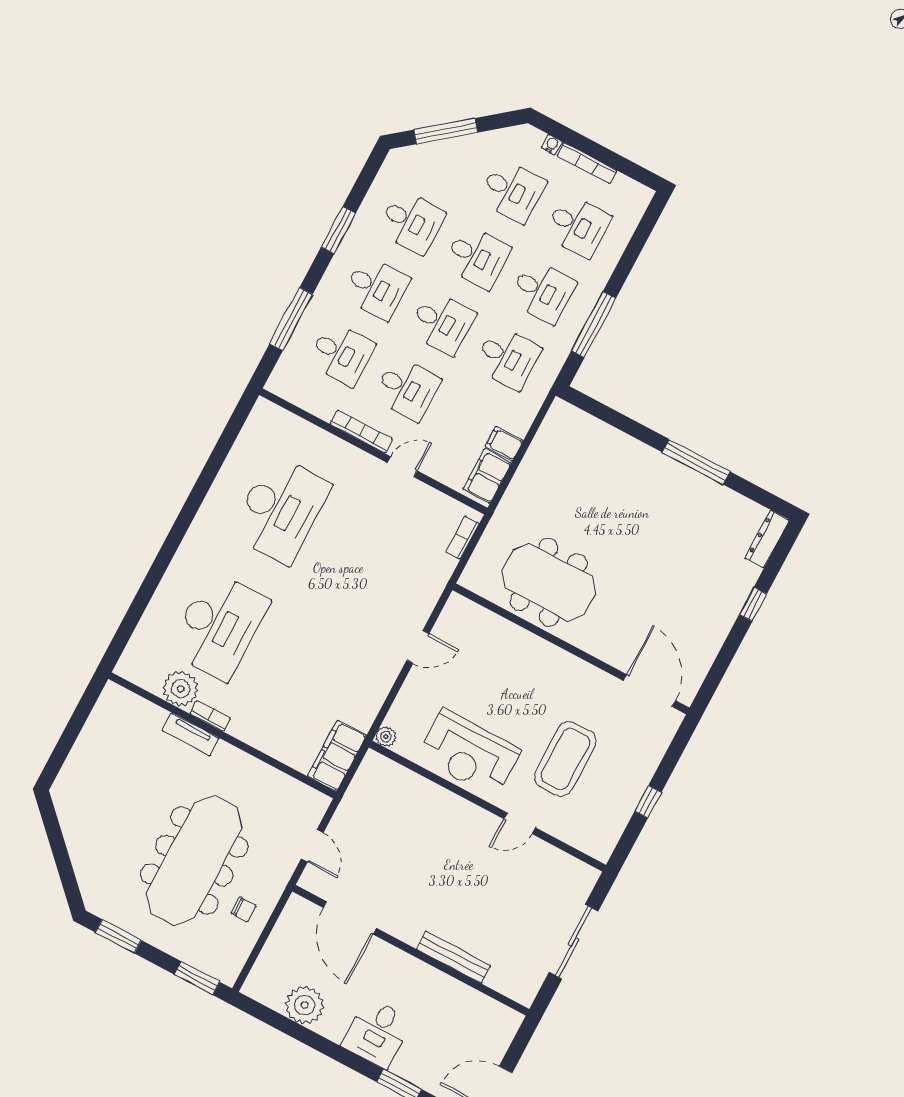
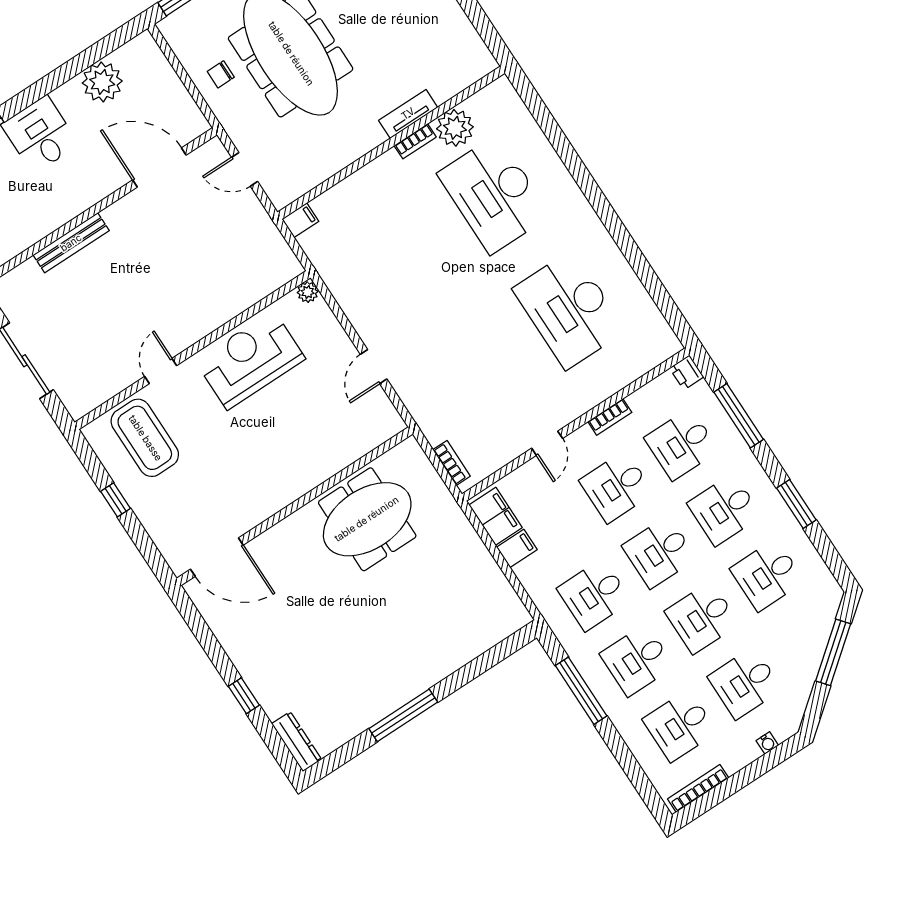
bookcase: (587, 163) -> (698, 788), moved
printer: (279, 382) -> (687, 372), added
bookcase: (361, 432) -> (610, 417), width x0.64
filing cabinet: (337, 756) -> (300, 220), width x0.33, depth x0.86
coffee table: (565, 759) -> (145, 438), moved

